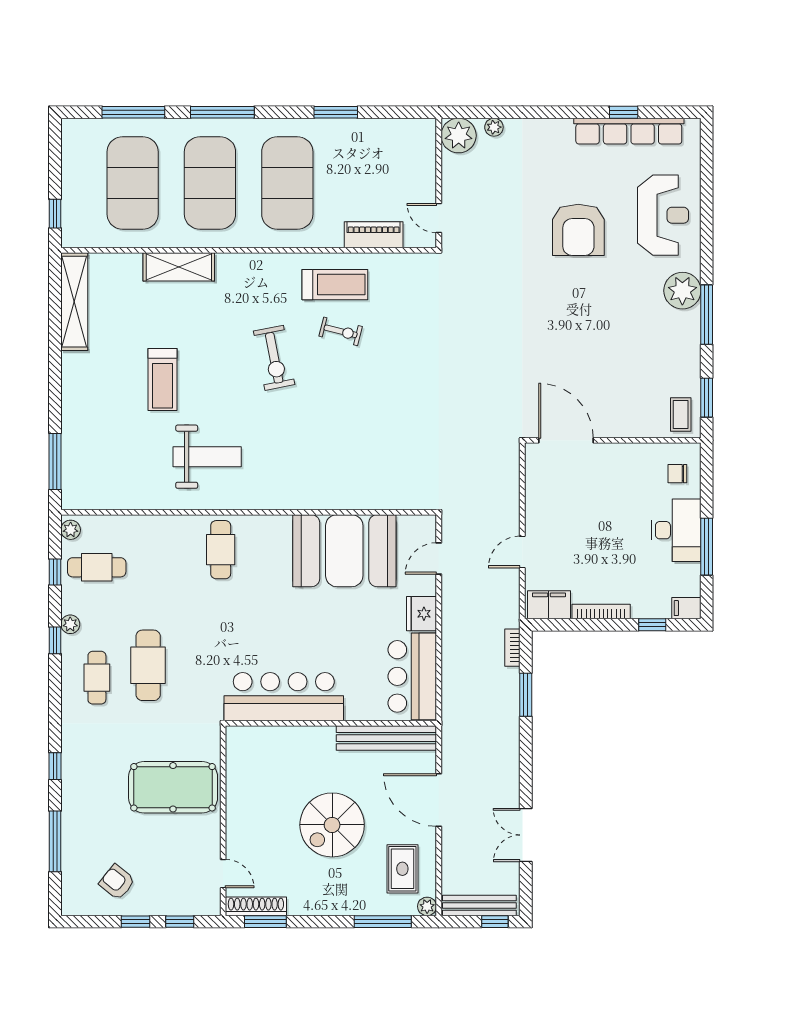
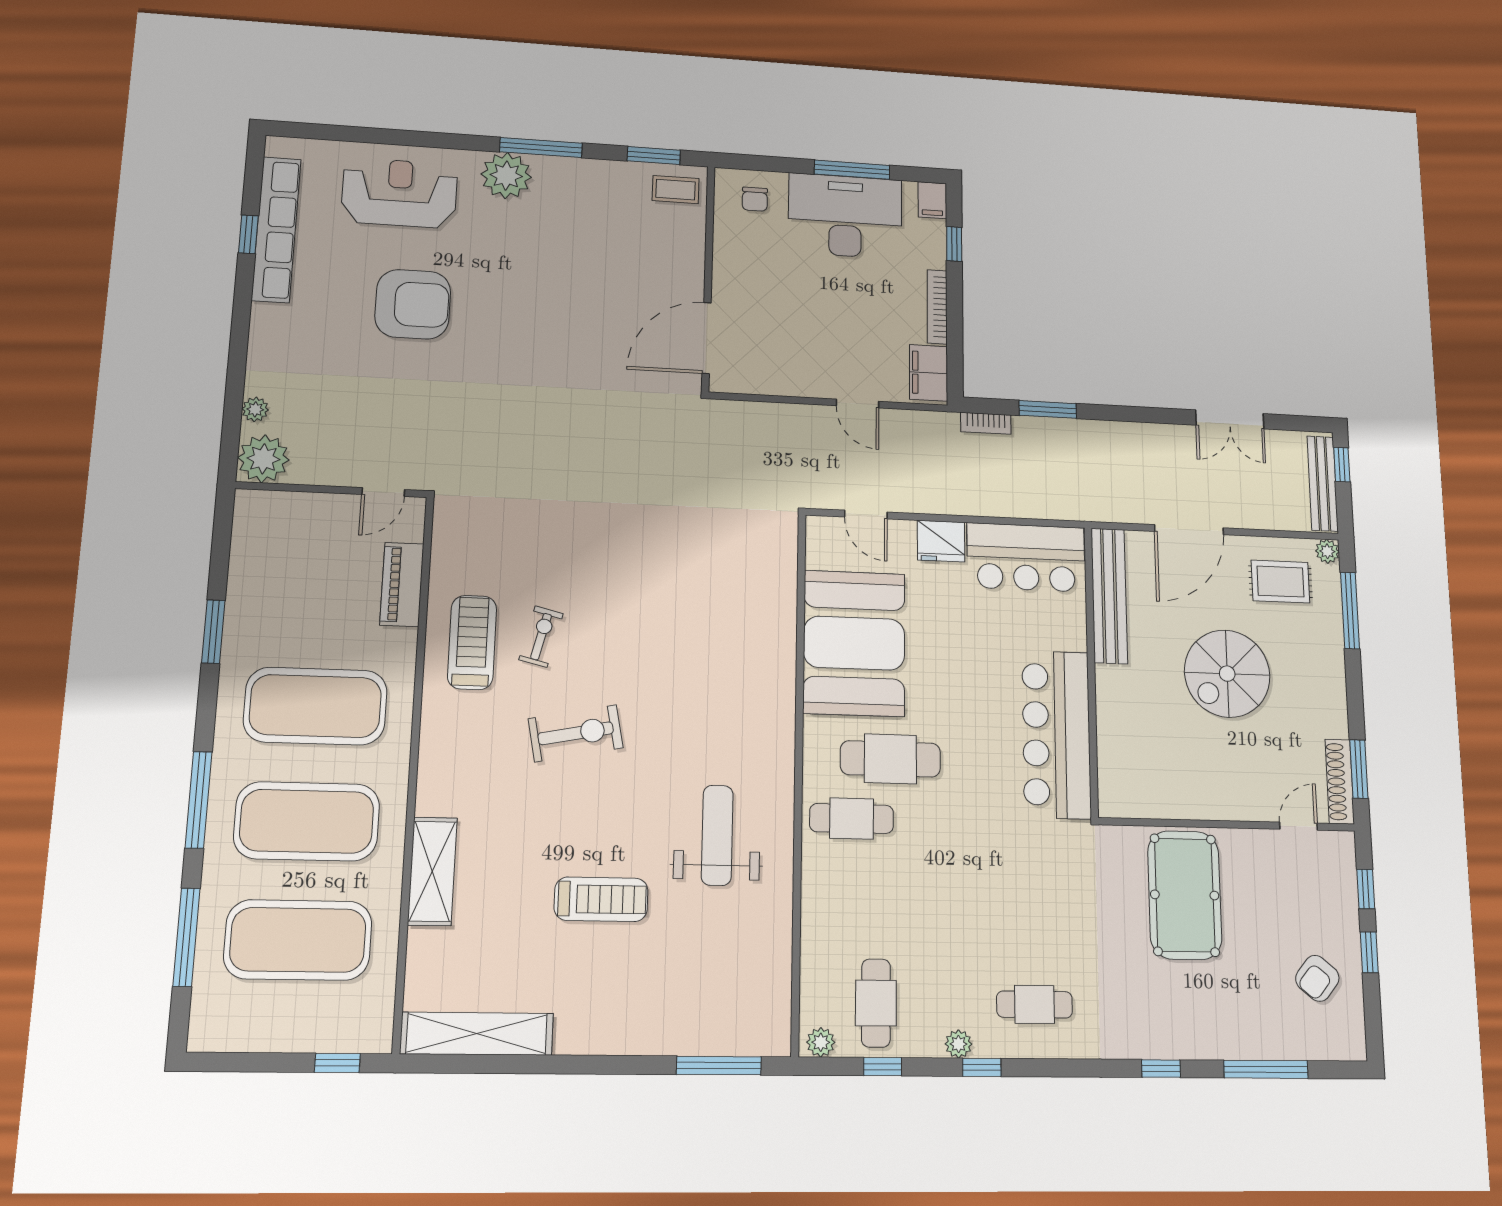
desk: (676, 530) -> (845, 216), width x1.36, depth x1.30
cafe table: (148, 665) -> (890, 759), moved
spiral stairs: (332, 825) -> (1227, 674), turned 90

